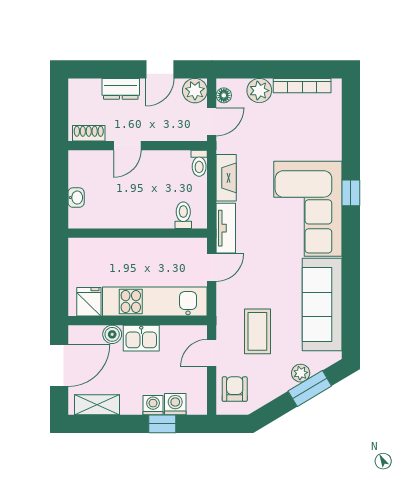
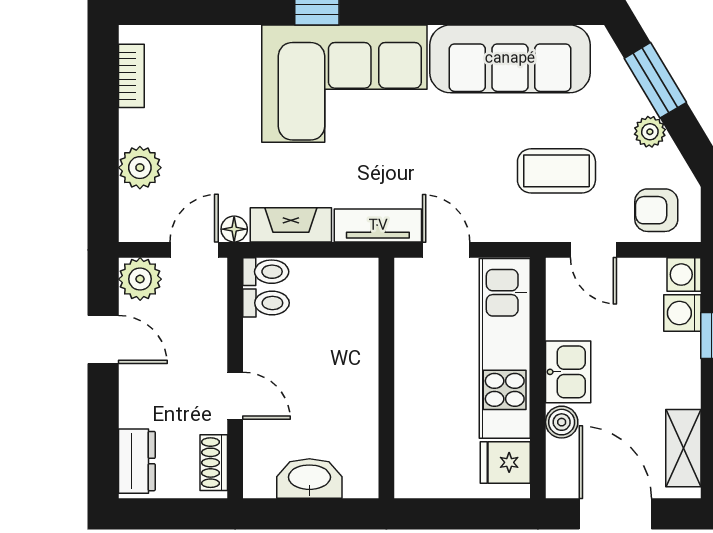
bookcase: (302, 86) -> (131, 76), width x0.64
dresser: (121, 89) -> (137, 461), moved
floor lamp: (224, 95) -> (234, 229), moved
door: (212, 122) -> (194, 250), hinge flipped
washbasin: (76, 198) -> (309, 478), width x1.91, depth x1.45
toilet: (183, 215) -> (266, 303), moved, turned 180
plant: (301, 373) -> (650, 132), moved
washing machine: (153, 405) -> (684, 275), moved

